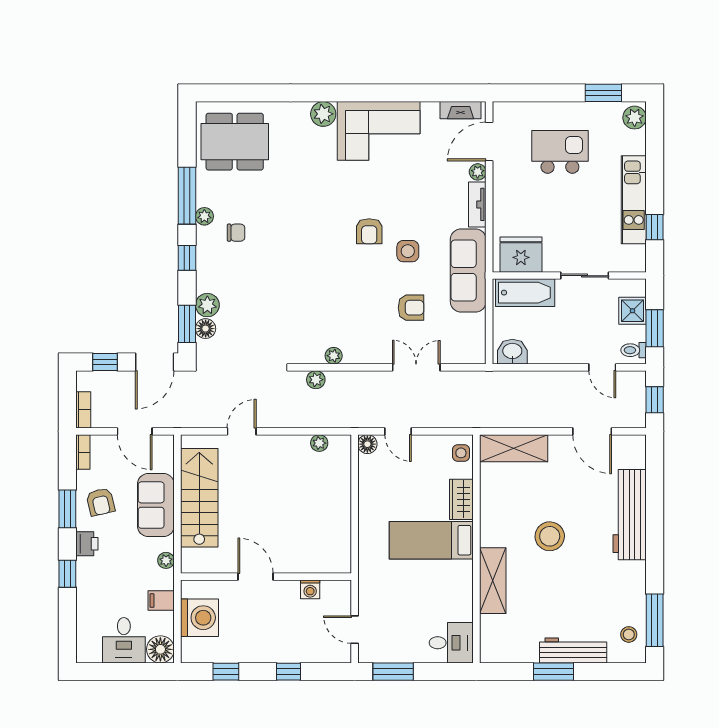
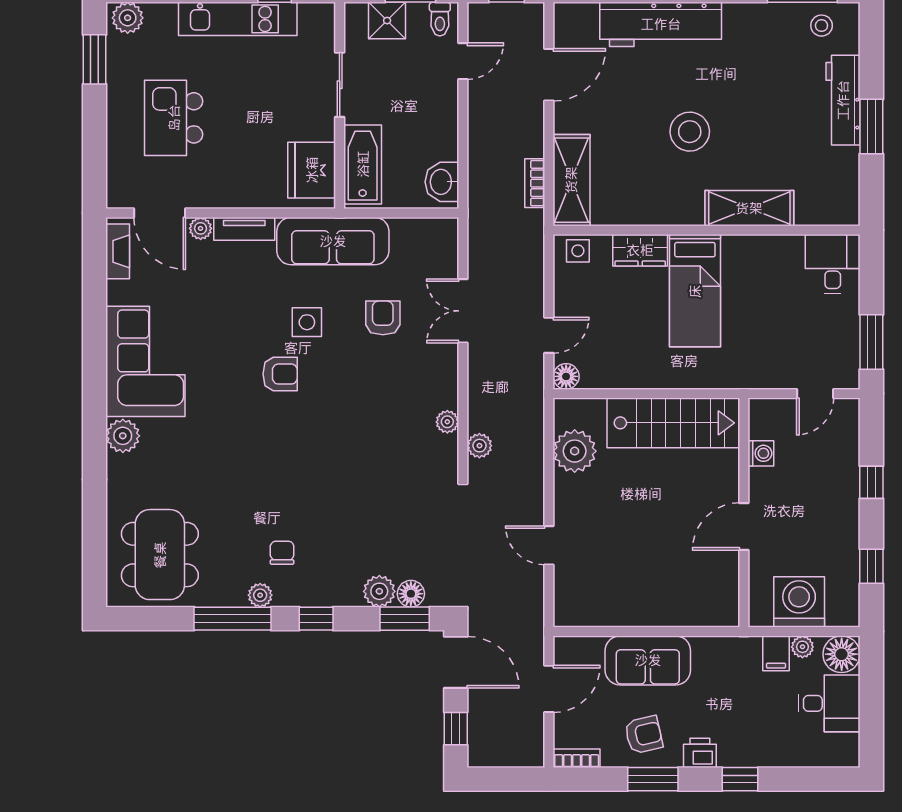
bookcase: (83, 410) -> (535, 183), moved, turned -90
plant: (319, 443) -> (575, 451), width x1.88, depth x1.88
stairs: (199, 498) -> (673, 423), moved, turned 180
plant: (166, 560) -> (802, 647), moved

